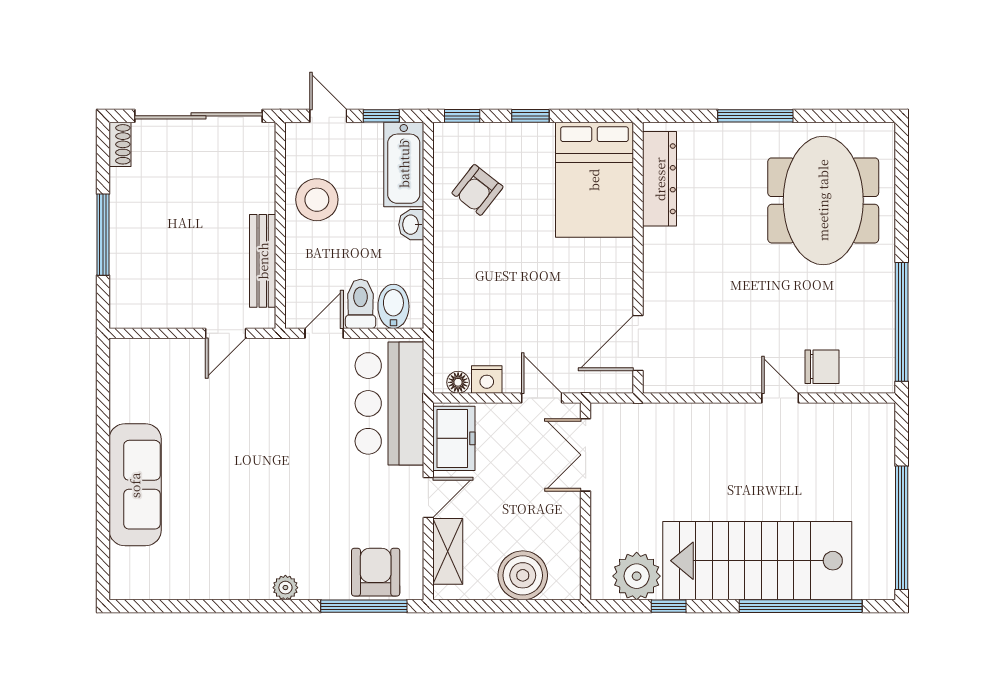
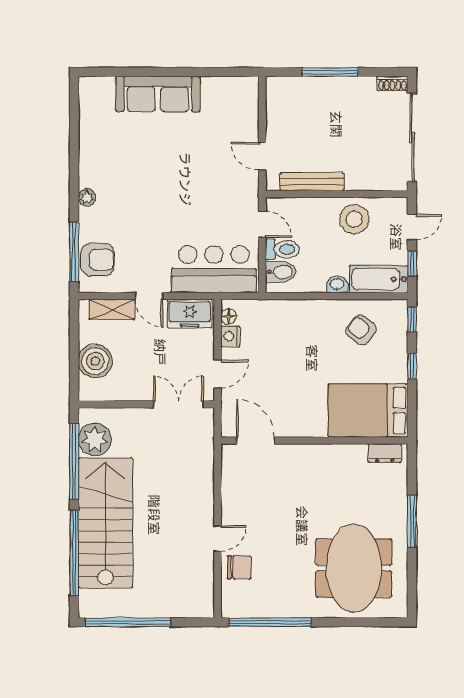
dresser: (660, 179) -> (385, 453), width x0.51, depth x0.80
meeting table: (823, 200) -> (354, 568), turned 90
chair: (822, 367) -> (239, 567), turned -90
window: (669, 606) -> (74, 462), width x3.17

